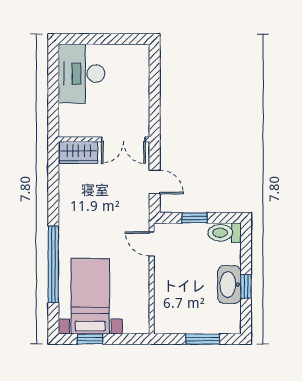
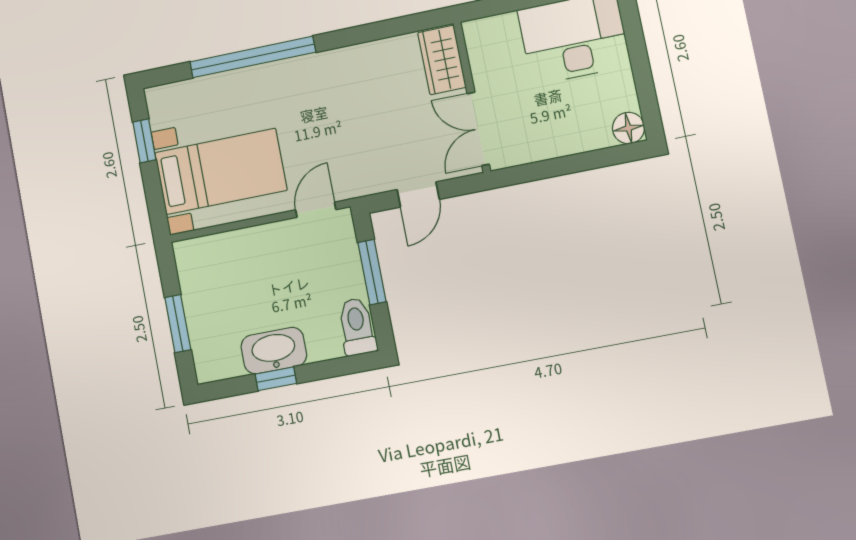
floor lamp: (140, 53) -> (628, 128), added
window: (195, 218) -> (372, 272), width x1.50
bed with nightstands: (90, 296) -> (221, 171), moved

